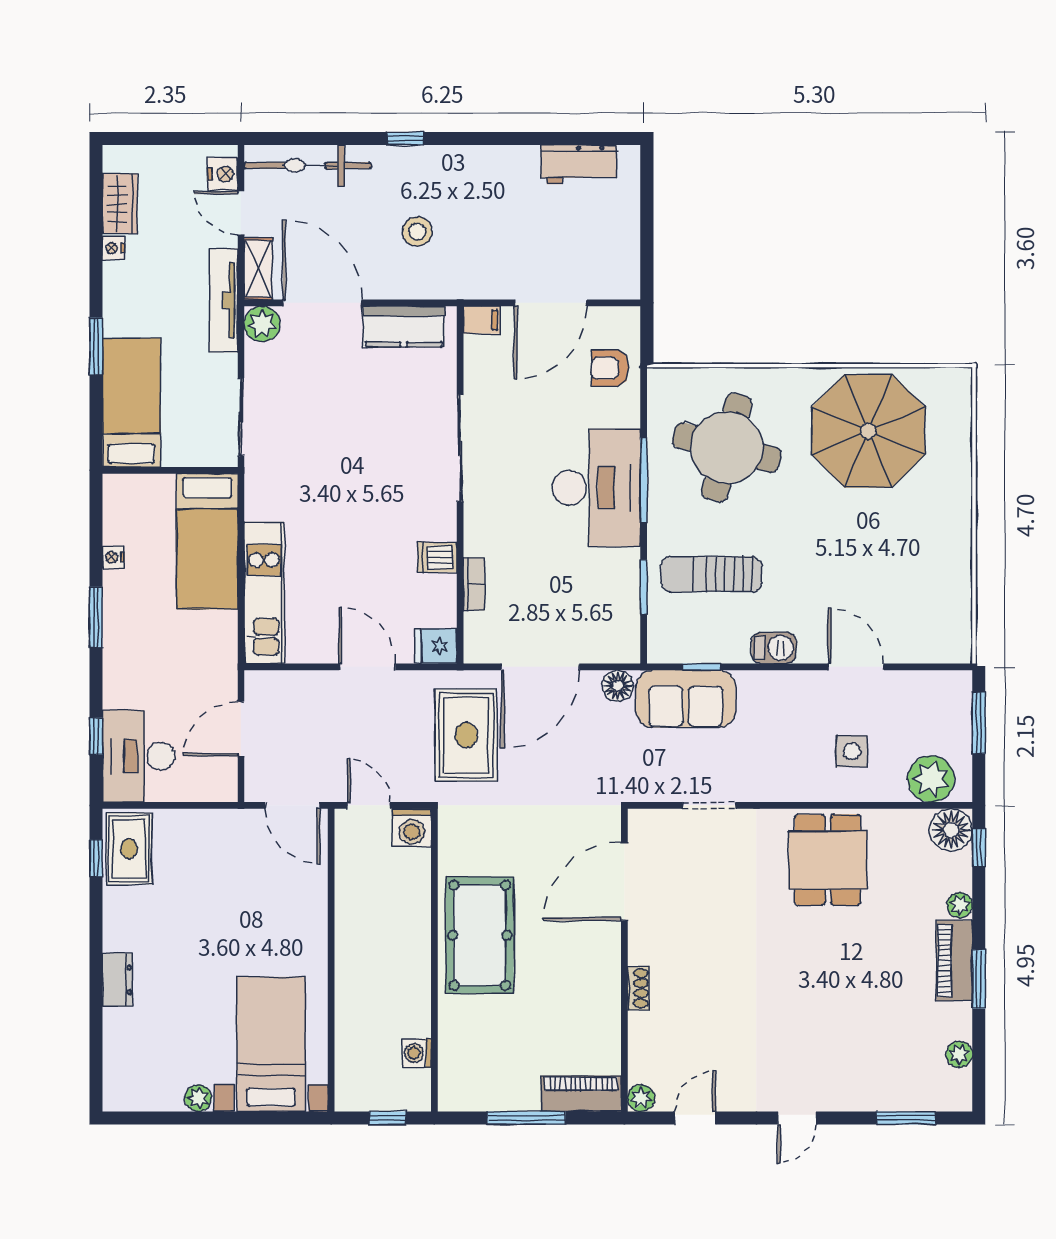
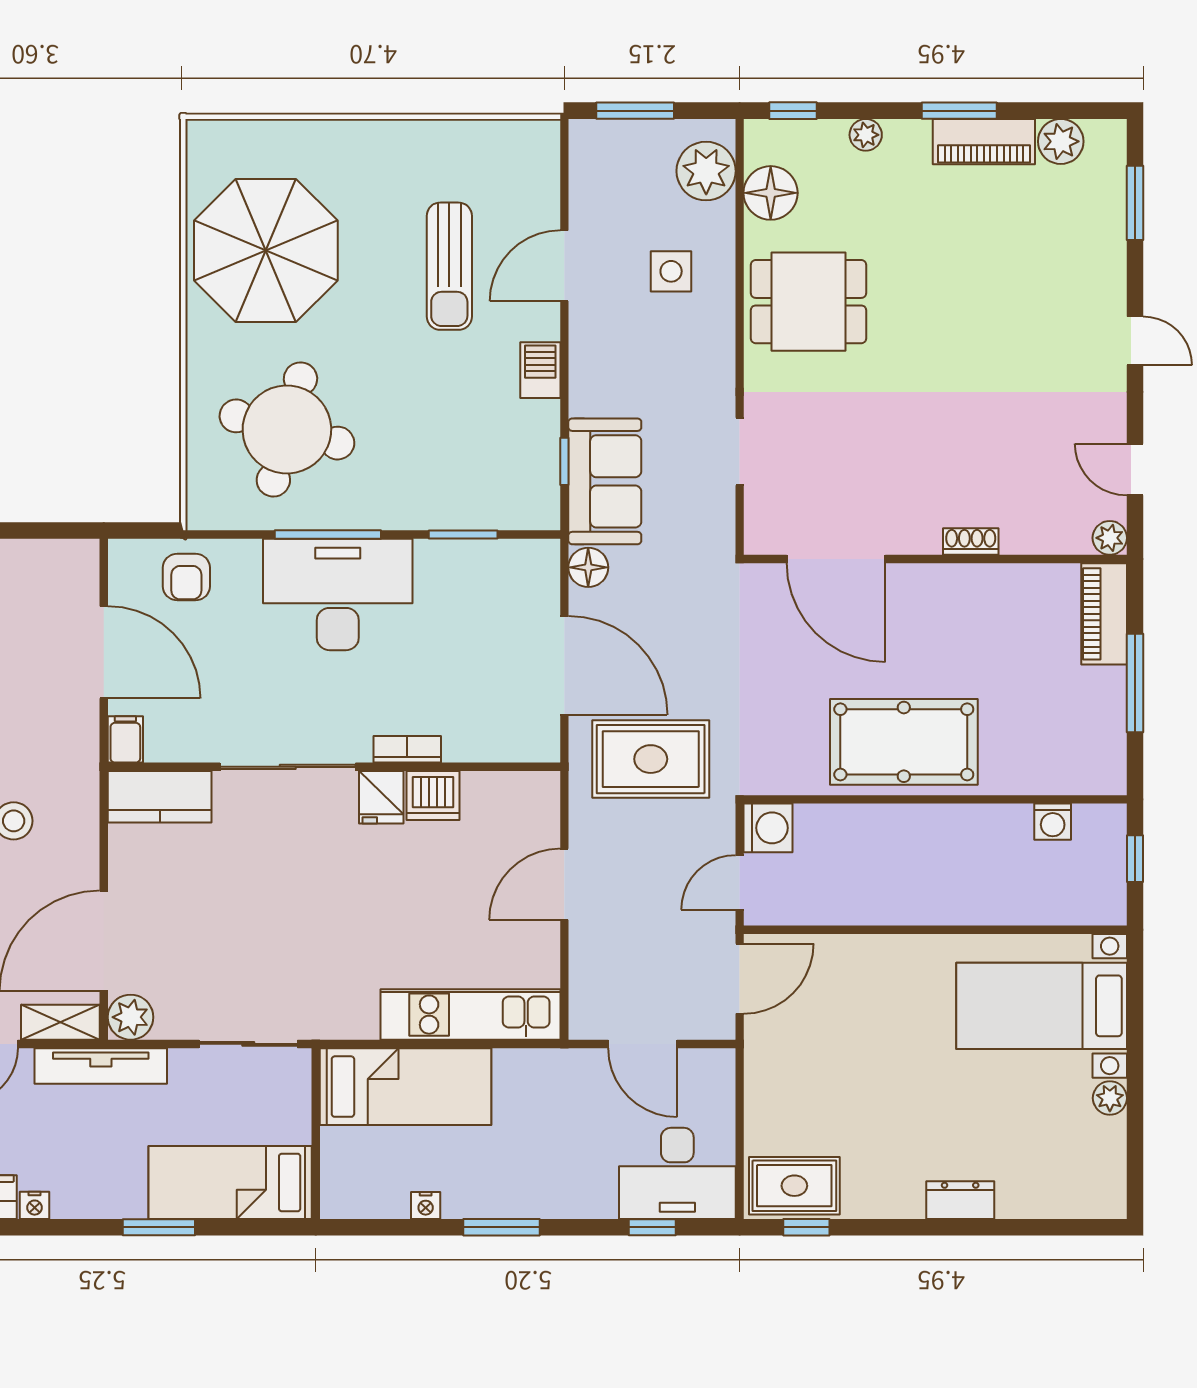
kitchen counter: (404, 326) -> (160, 797), moved, turned 90
dishwasher: (437, 557) -> (433, 796), width x1.38
sun lounger: (711, 574) -> (449, 266), moved
bookcase: (474, 584) -> (407, 749), moved
fridge: (436, 646) -> (381, 797), moved
floor lamp: (951, 830) -> (771, 193), moved
piano: (954, 961) -> (984, 142), moved
plant: (959, 1054) -> (1061, 141), width x1.38, depth x1.38

